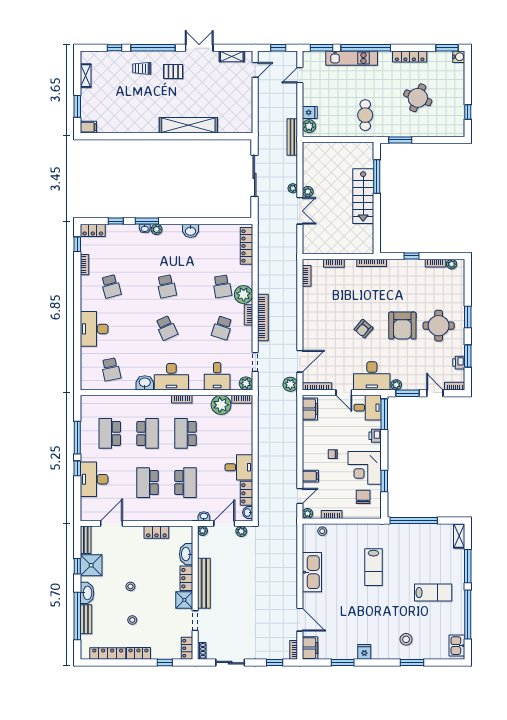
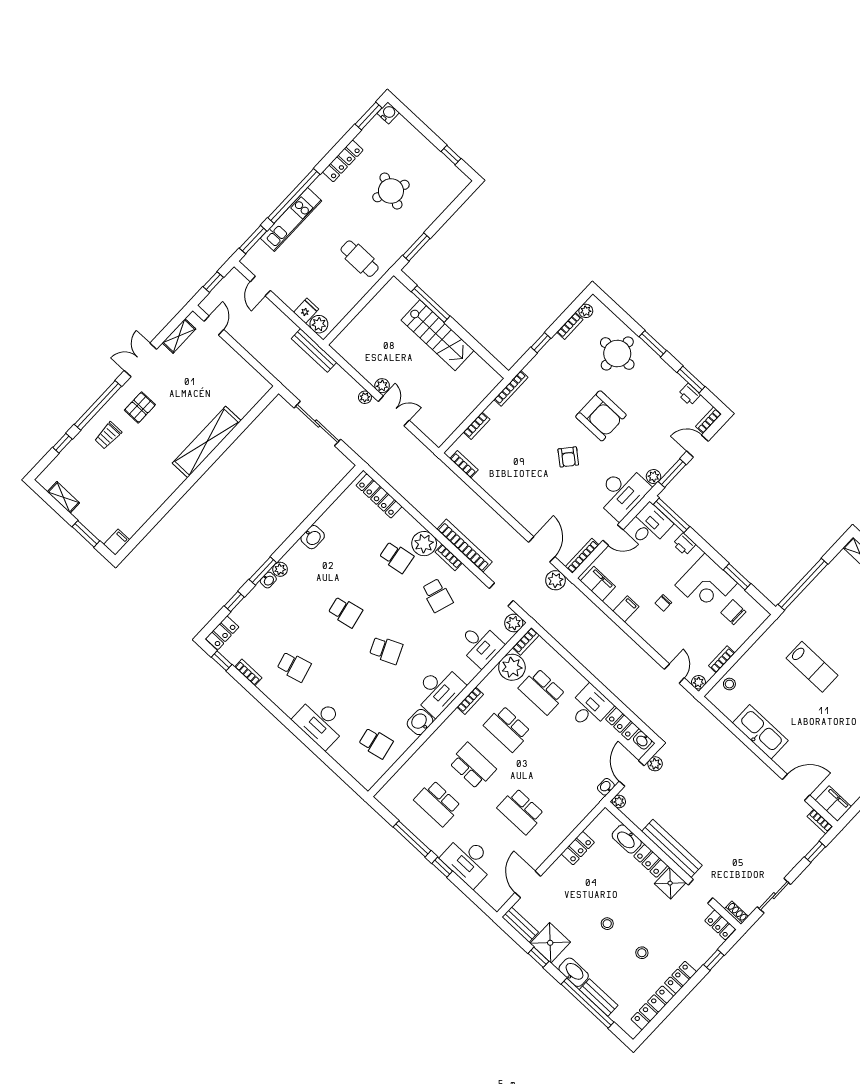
round table: (439, 326) -> (617, 353), moved
filing cabinet: (310, 476) -> (626, 609), moved
school desk: (185, 483) -> (542, 691), moved, turned 180

